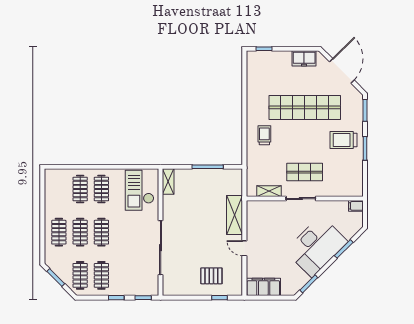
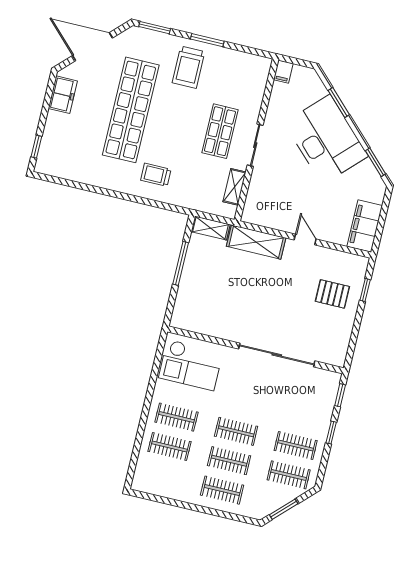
shelving: (168, 182) -> (211, 228), moved
door: (244, 248) -> (305, 239), swing flipped
pallet: (211, 276) -> (332, 294), turned 90

